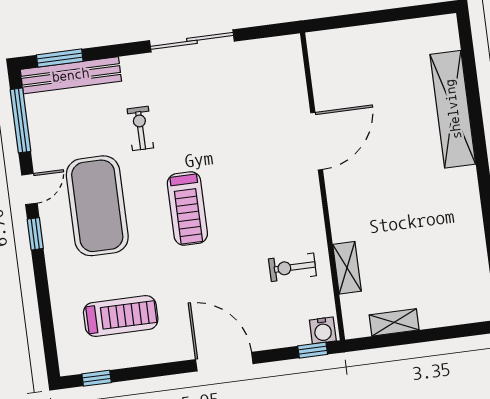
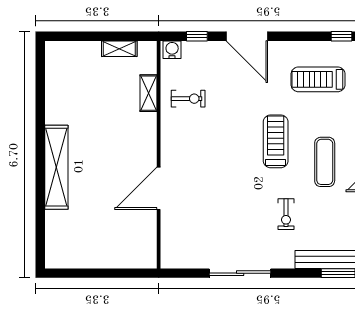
shelving: (453, 109) -> (56, 167), moved
exercise mat: (97, 206) -> (325, 162), width x0.50, depth x0.69
treadmill: (187, 209) -> (276, 141), moved
window: (313, 350) -> (197, 36), moved

